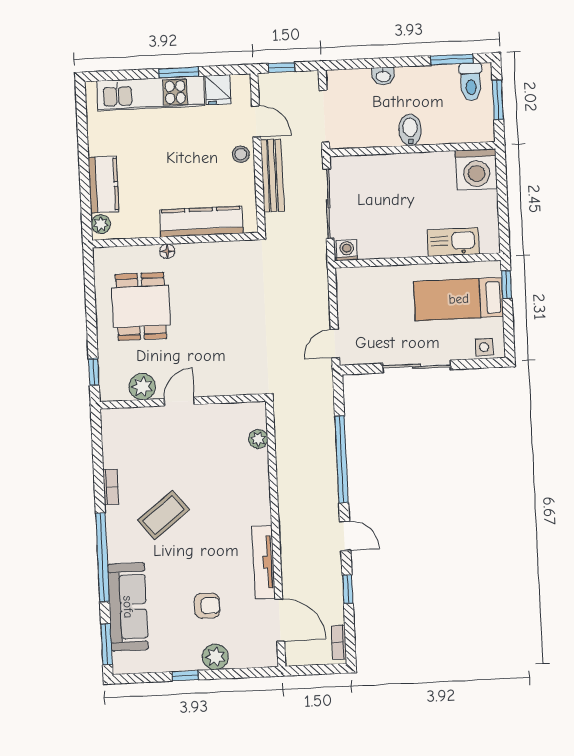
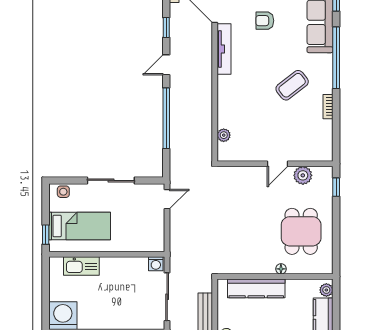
door: (345, 536) -> (166, 65), hinge flipped

